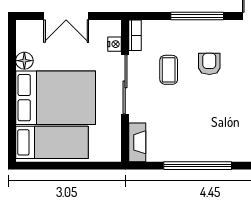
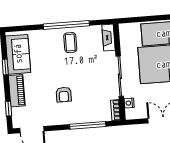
window: (197, 16) -> (88, 125), moved
coffee table: (169, 70) -> (70, 43), moved

